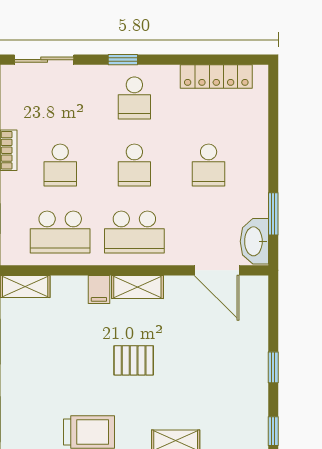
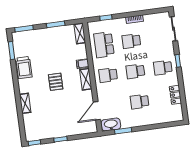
locker: (216, 76) -> (175, 95), width x0.66
school desk: (134, 232) -> (108, 75), width x0.54

